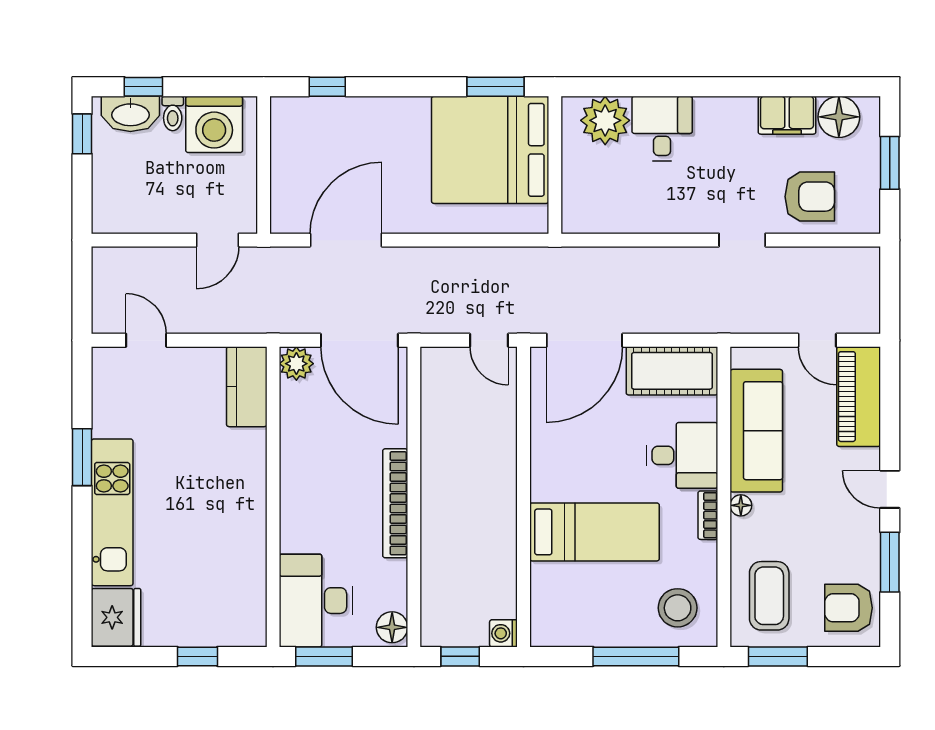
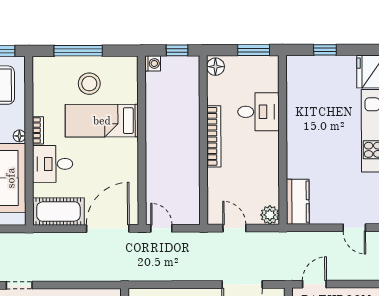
door: (359, 340) -> (234, 228), width x0.53
desk: (316, 601) -> (258, 112), moved, width x0.73
stool: (678, 608) -> (89, 84), moved

